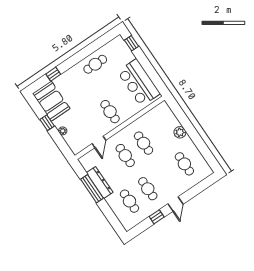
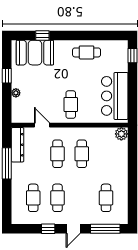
booth: (51, 101) -> (35, 53), moved, turned 90
plant: (180, 132) -> (121, 134), moved
door: (99, 142) -> (42, 125), swing flipped
dresser: (100, 183) -> (18, 145), moved
window: (200, 188) -> (105, 229), added

